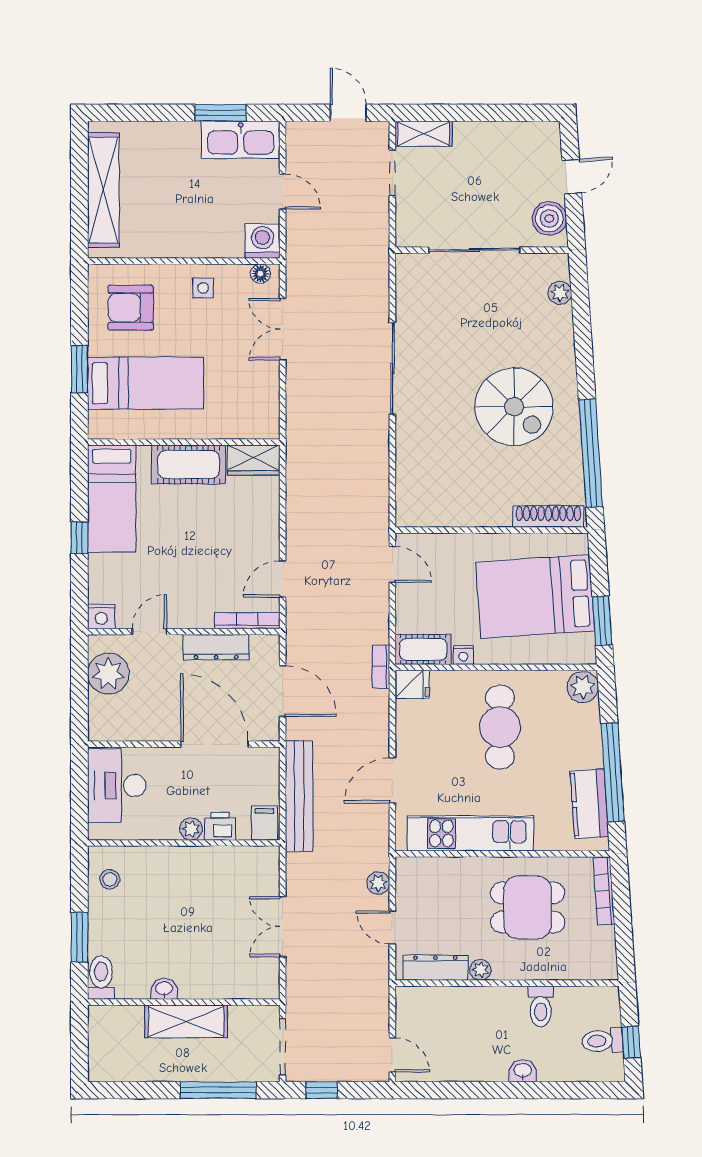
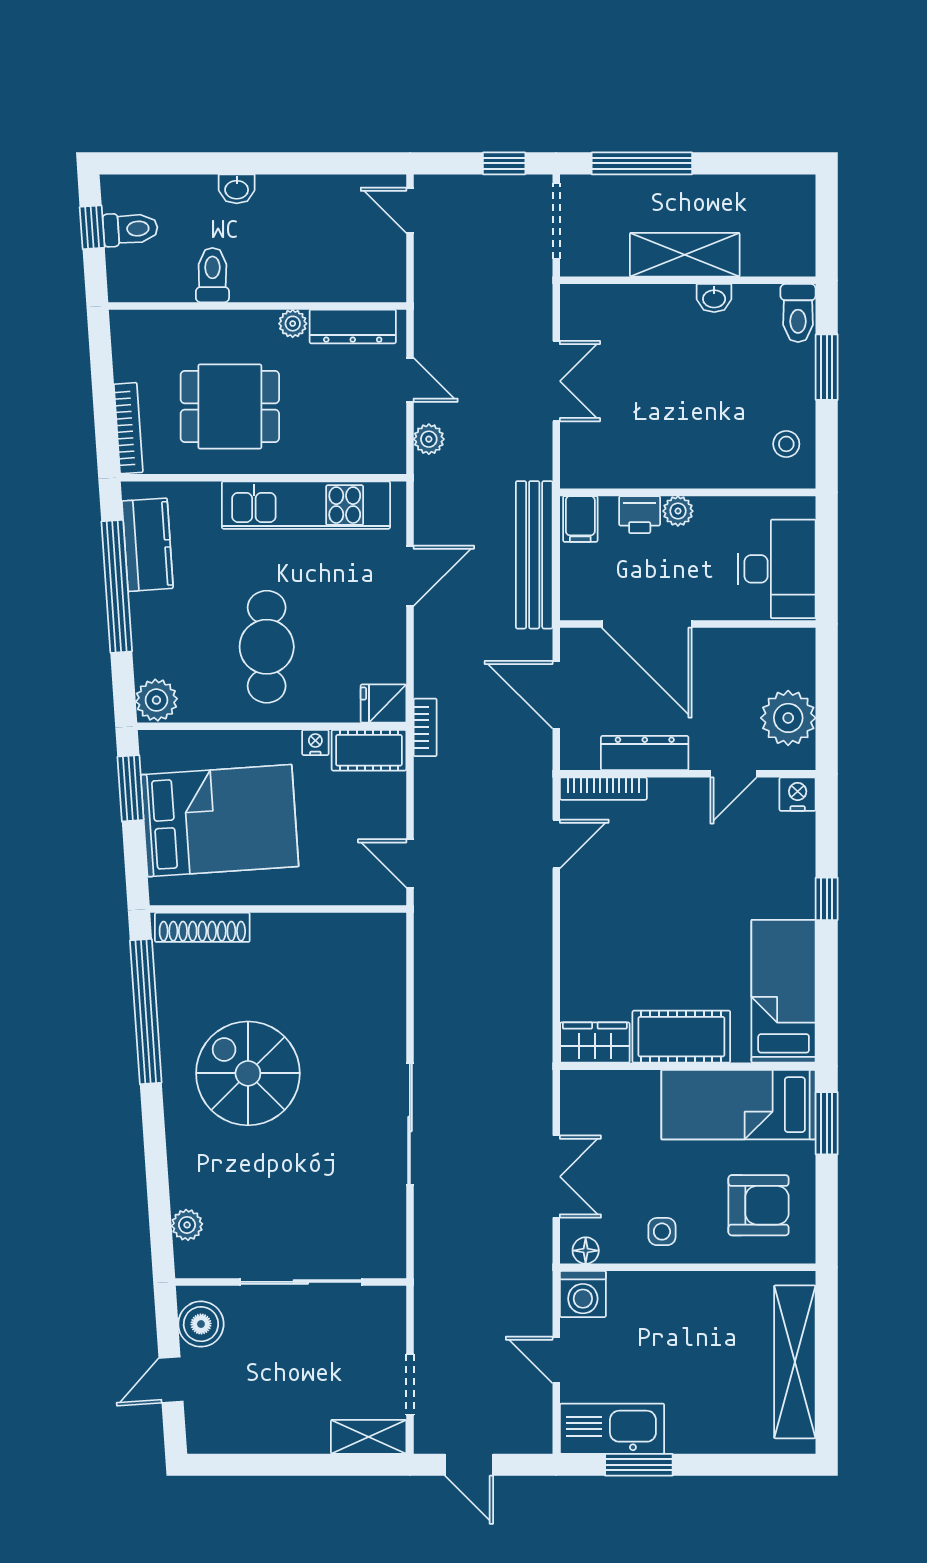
wall: (184, 442) -> (688, 1066), moved
wardrobe: (254, 460) -> (595, 1042), moved
cot: (189, 464) -> (681, 1037), moved
bed: (112, 499) -> (784, 991), moved

